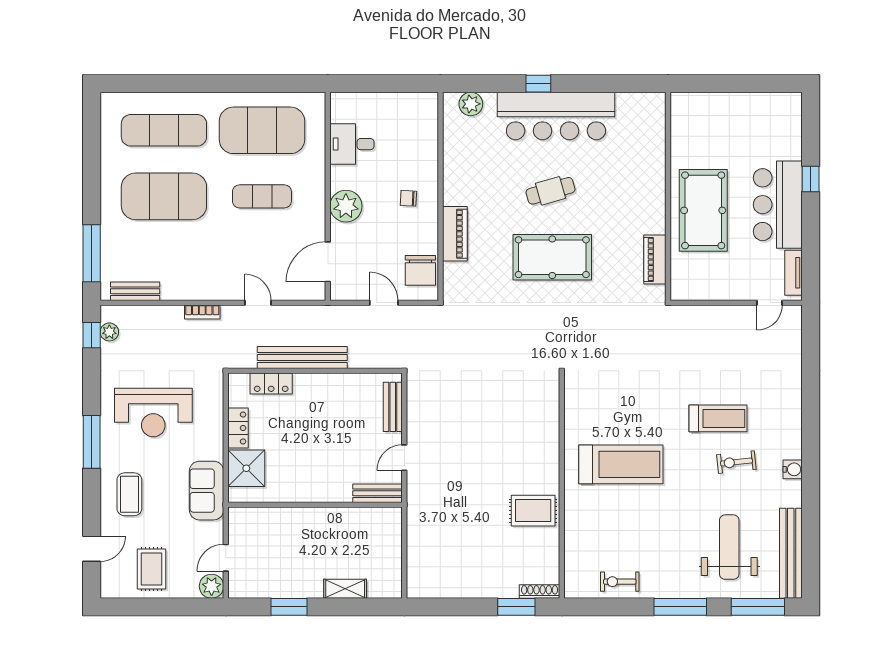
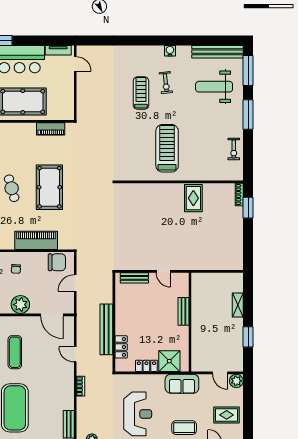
piano: (455, 234) -> (36, 240), width x1.37, depth x1.33
door: (258, 303) -> (75, 354), hinge flipped
bench: (378, 493) -> (183, 311), moved

